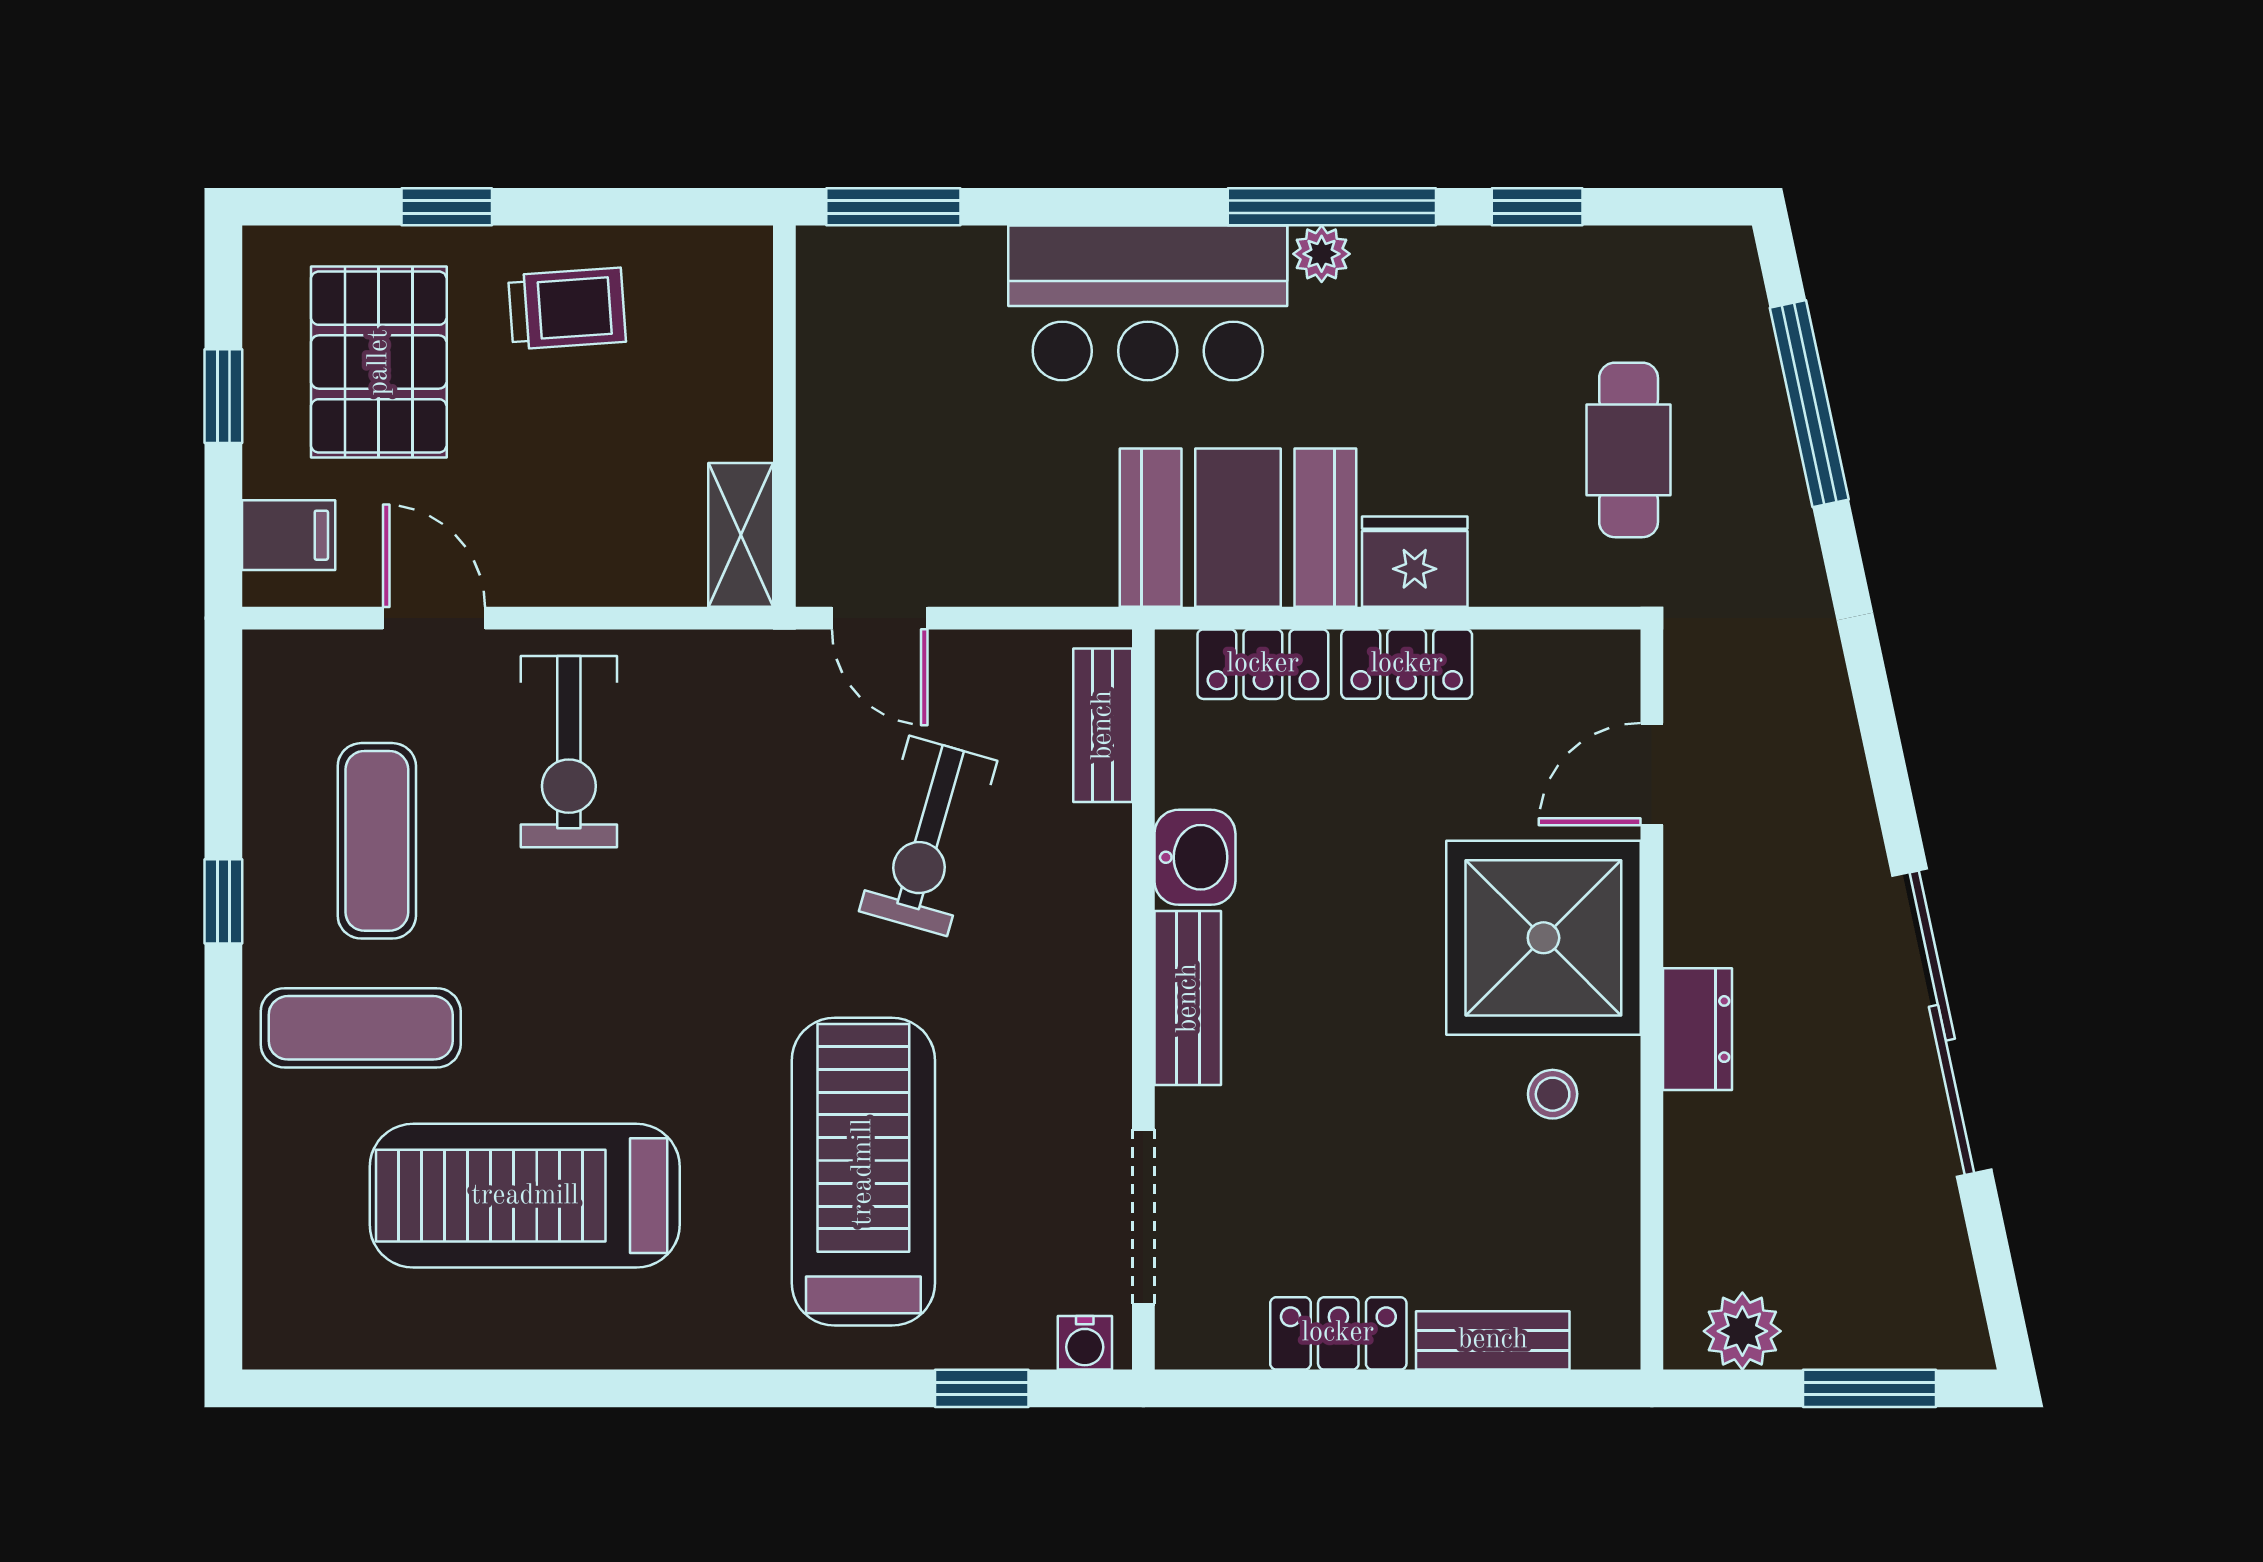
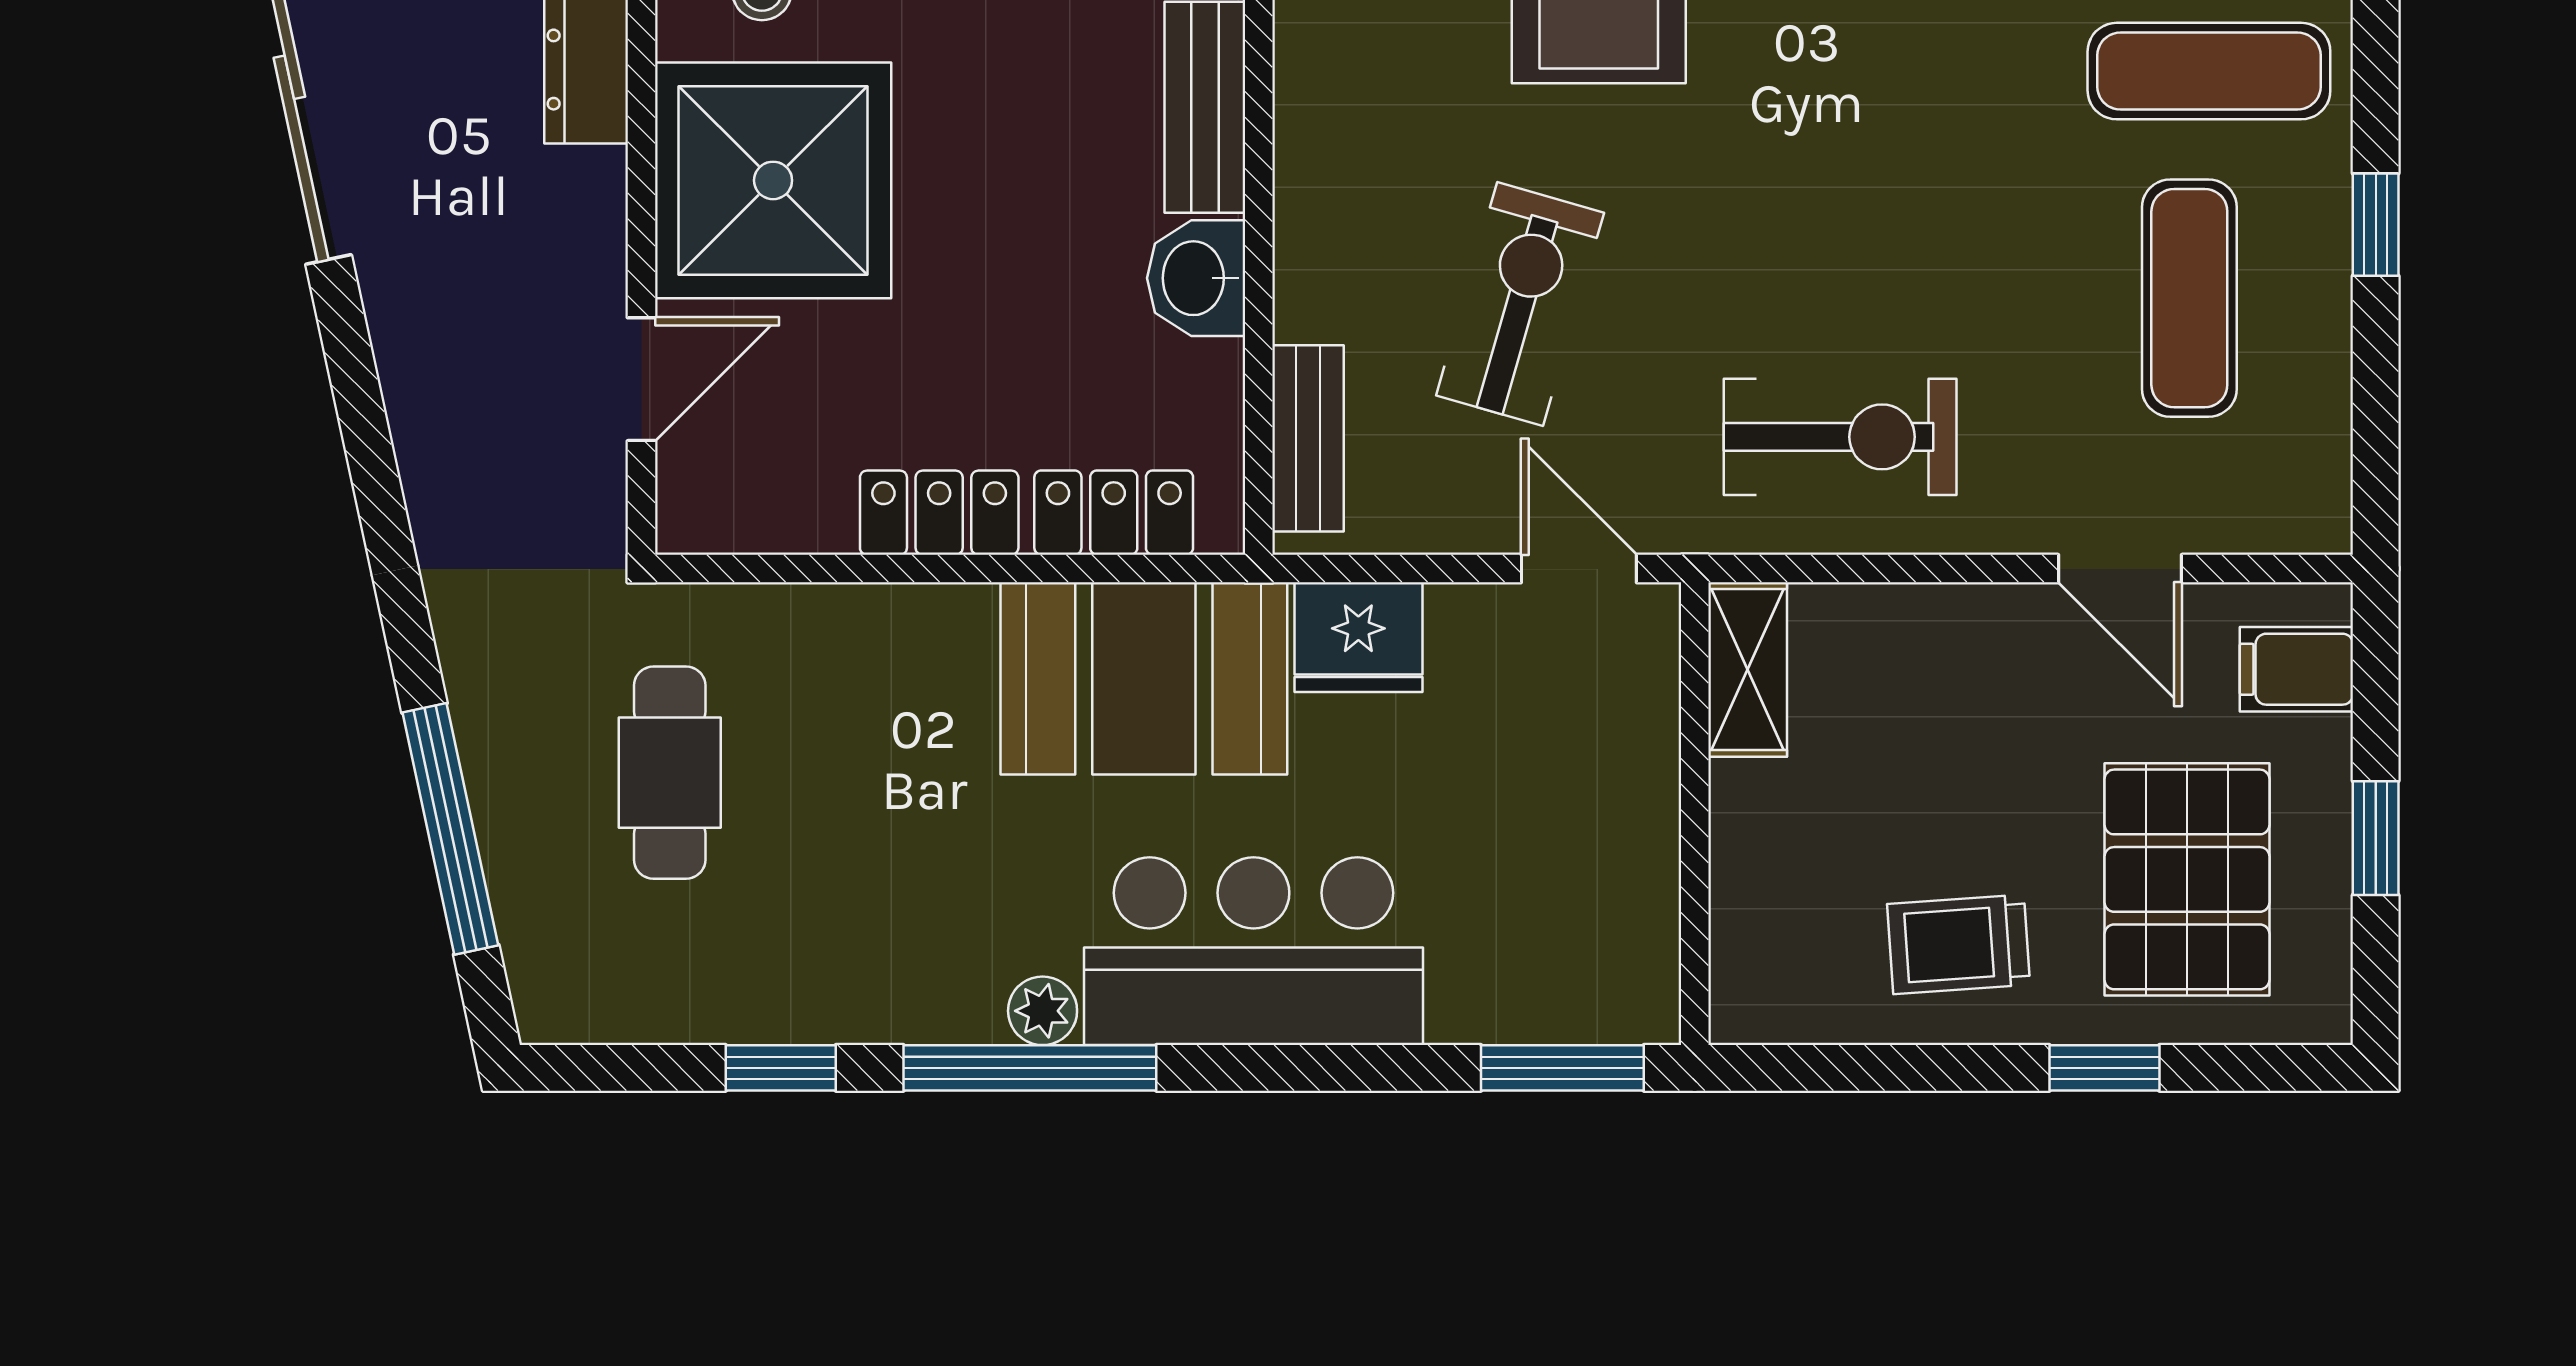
fridge: (1415, 562) -> (1358, 637), moved
exercise bike: (569, 752) -> (1840, 437), moved, turned 90

